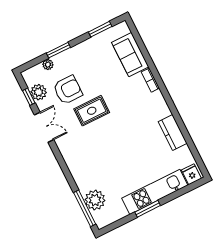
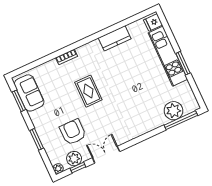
sofa: (130, 55) -> (29, 93), moved, turned -90
plant: (48, 65) -> (58, 169), moved
rug: (92, 111) -> (88, 91), moved

